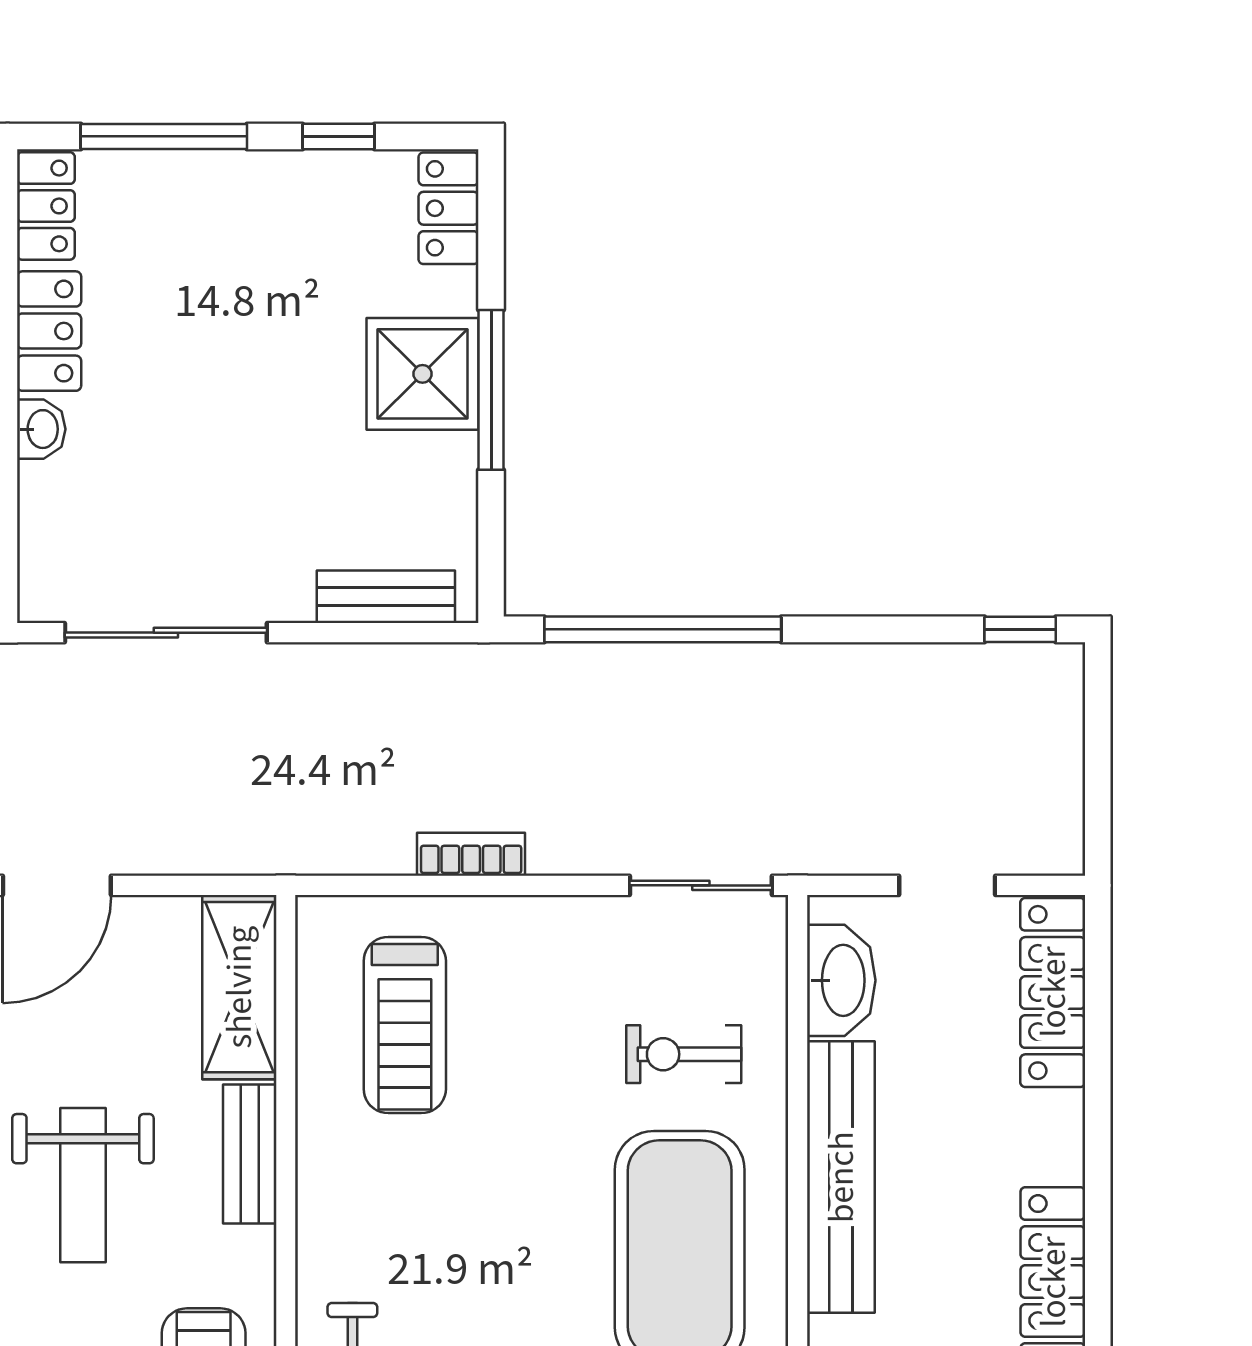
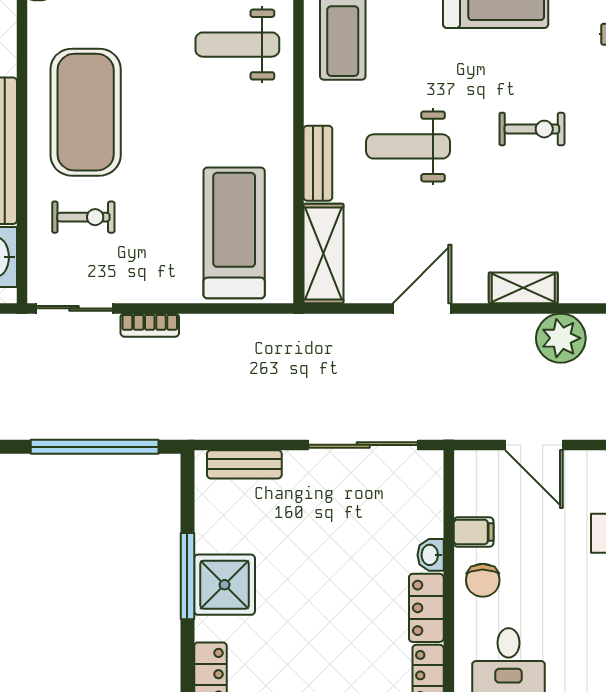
bookcase: (471, 854) -> (150, 325), moved
treadmill: (405, 1025) -> (234, 233), width x1.37, depth x1.38
weight bench: (83, 1185) -> (408, 146), turned -90

